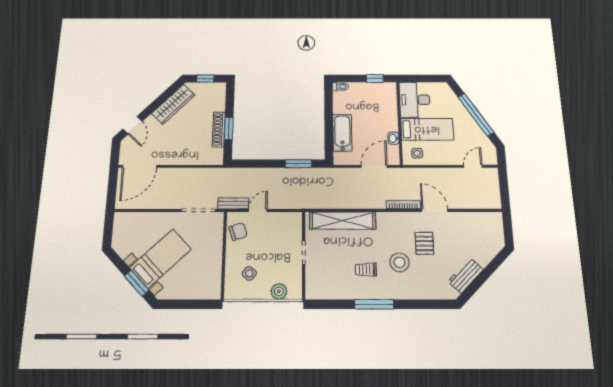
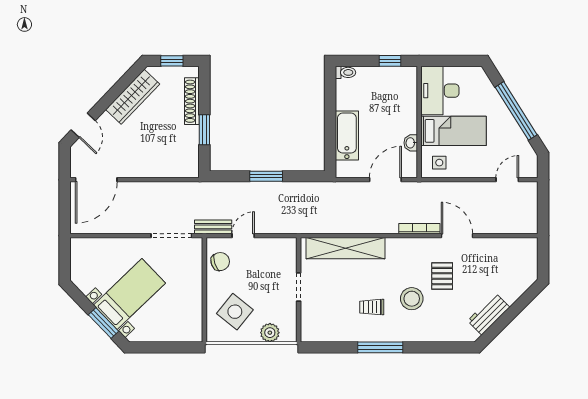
shoe rack: (219, 129) -> (192, 101), moved
window: (298, 164) -> (266, 176), moved
side table: (249, 273) -> (235, 312), width x1.87, depth x1.87

